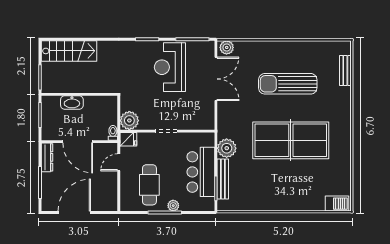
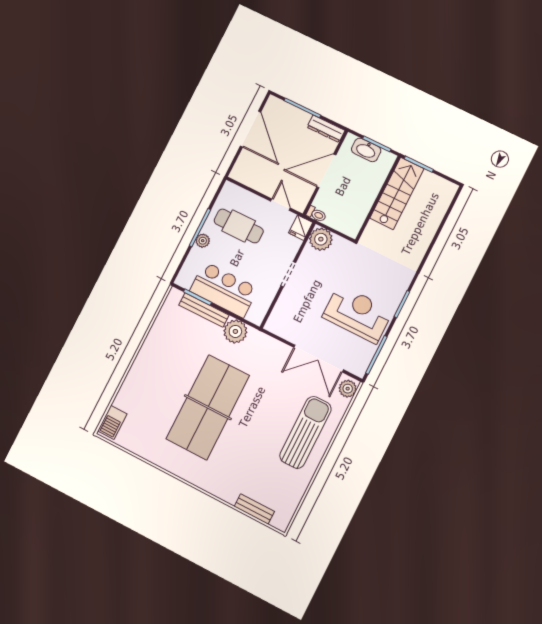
stairs: (69, 51) -> (397, 193), moved, turned 180
sun lounger: (288, 84) -> (305, 432), moved
washbasin: (72, 102) -> (366, 150), moved, turned -90

